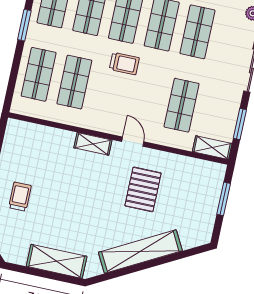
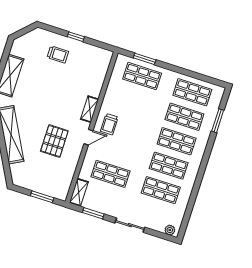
window: (24, 25) -> (145, 59), moved
trolley: (124, 64) -> (109, 124), moved
shop shelf: (74, 82) -> (134, 101), removed
pallet: (143, 189) -> (54, 141), turned 90

